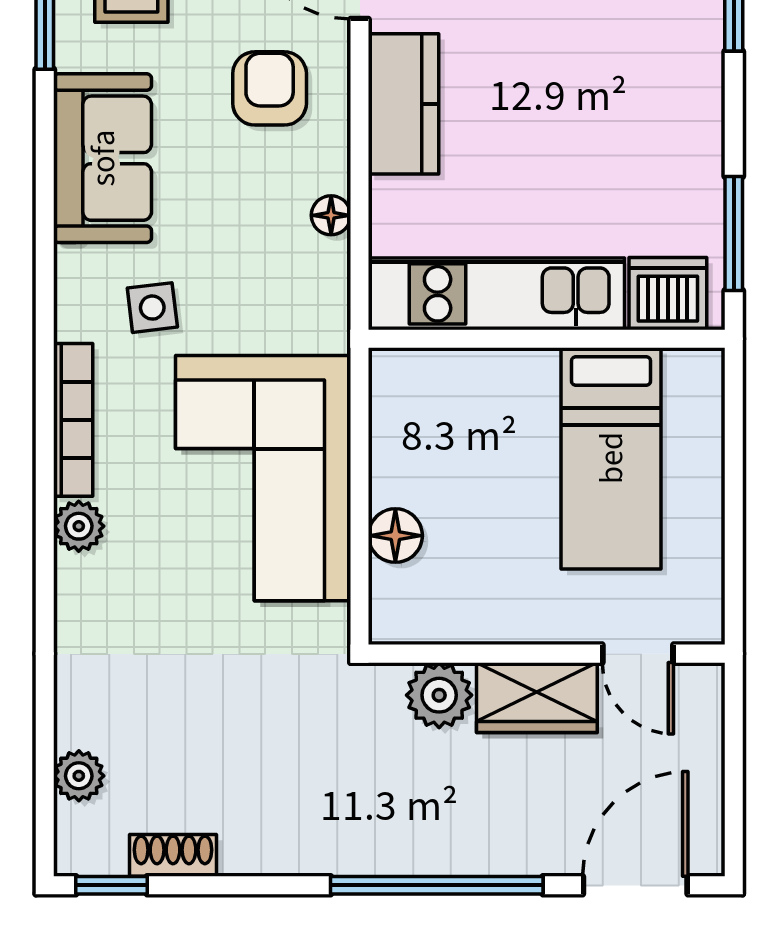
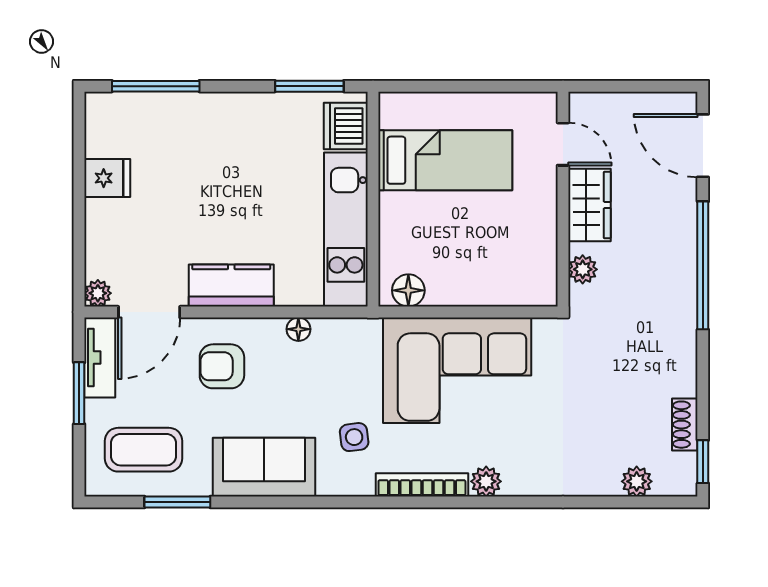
floor lamp: (395, 536) -> (408, 290), moved
door: (638, 654) -> (563, 144), hinge flipped
plant: (439, 695) -> (583, 269), width x0.73, depth x0.73

